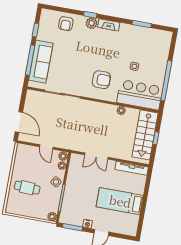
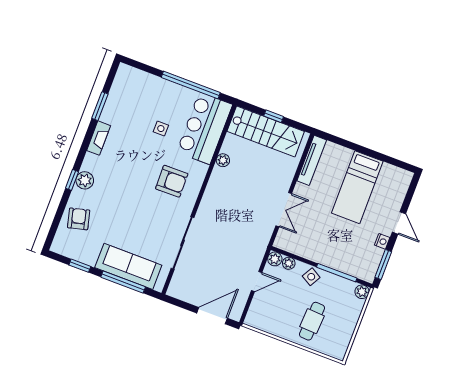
armchair: (66, 24) -> (79, 219), turned -104
fireplace: (109, 25) -> (99, 138), moved
armchair: (101, 80) -> (172, 181), turned 89

